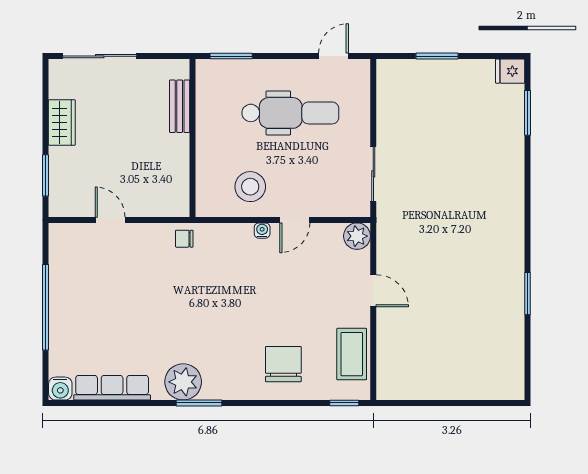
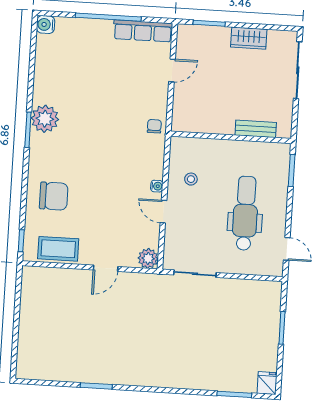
dental chair: (290, 113) -> (245, 213), turned 180
stool: (250, 187) -> (191, 179), width x0.53, depth x0.53
row of seats: (112, 388) -> (143, 31), moved, turned 90

